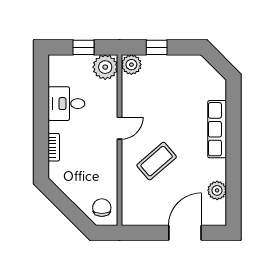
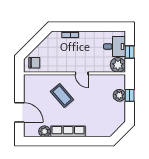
plant: (131, 65) -> (119, 95), moved
desk: (66, 104) -> (114, 46), moved, turned 90
row of seats: (217, 129) -> (68, 131), moved

